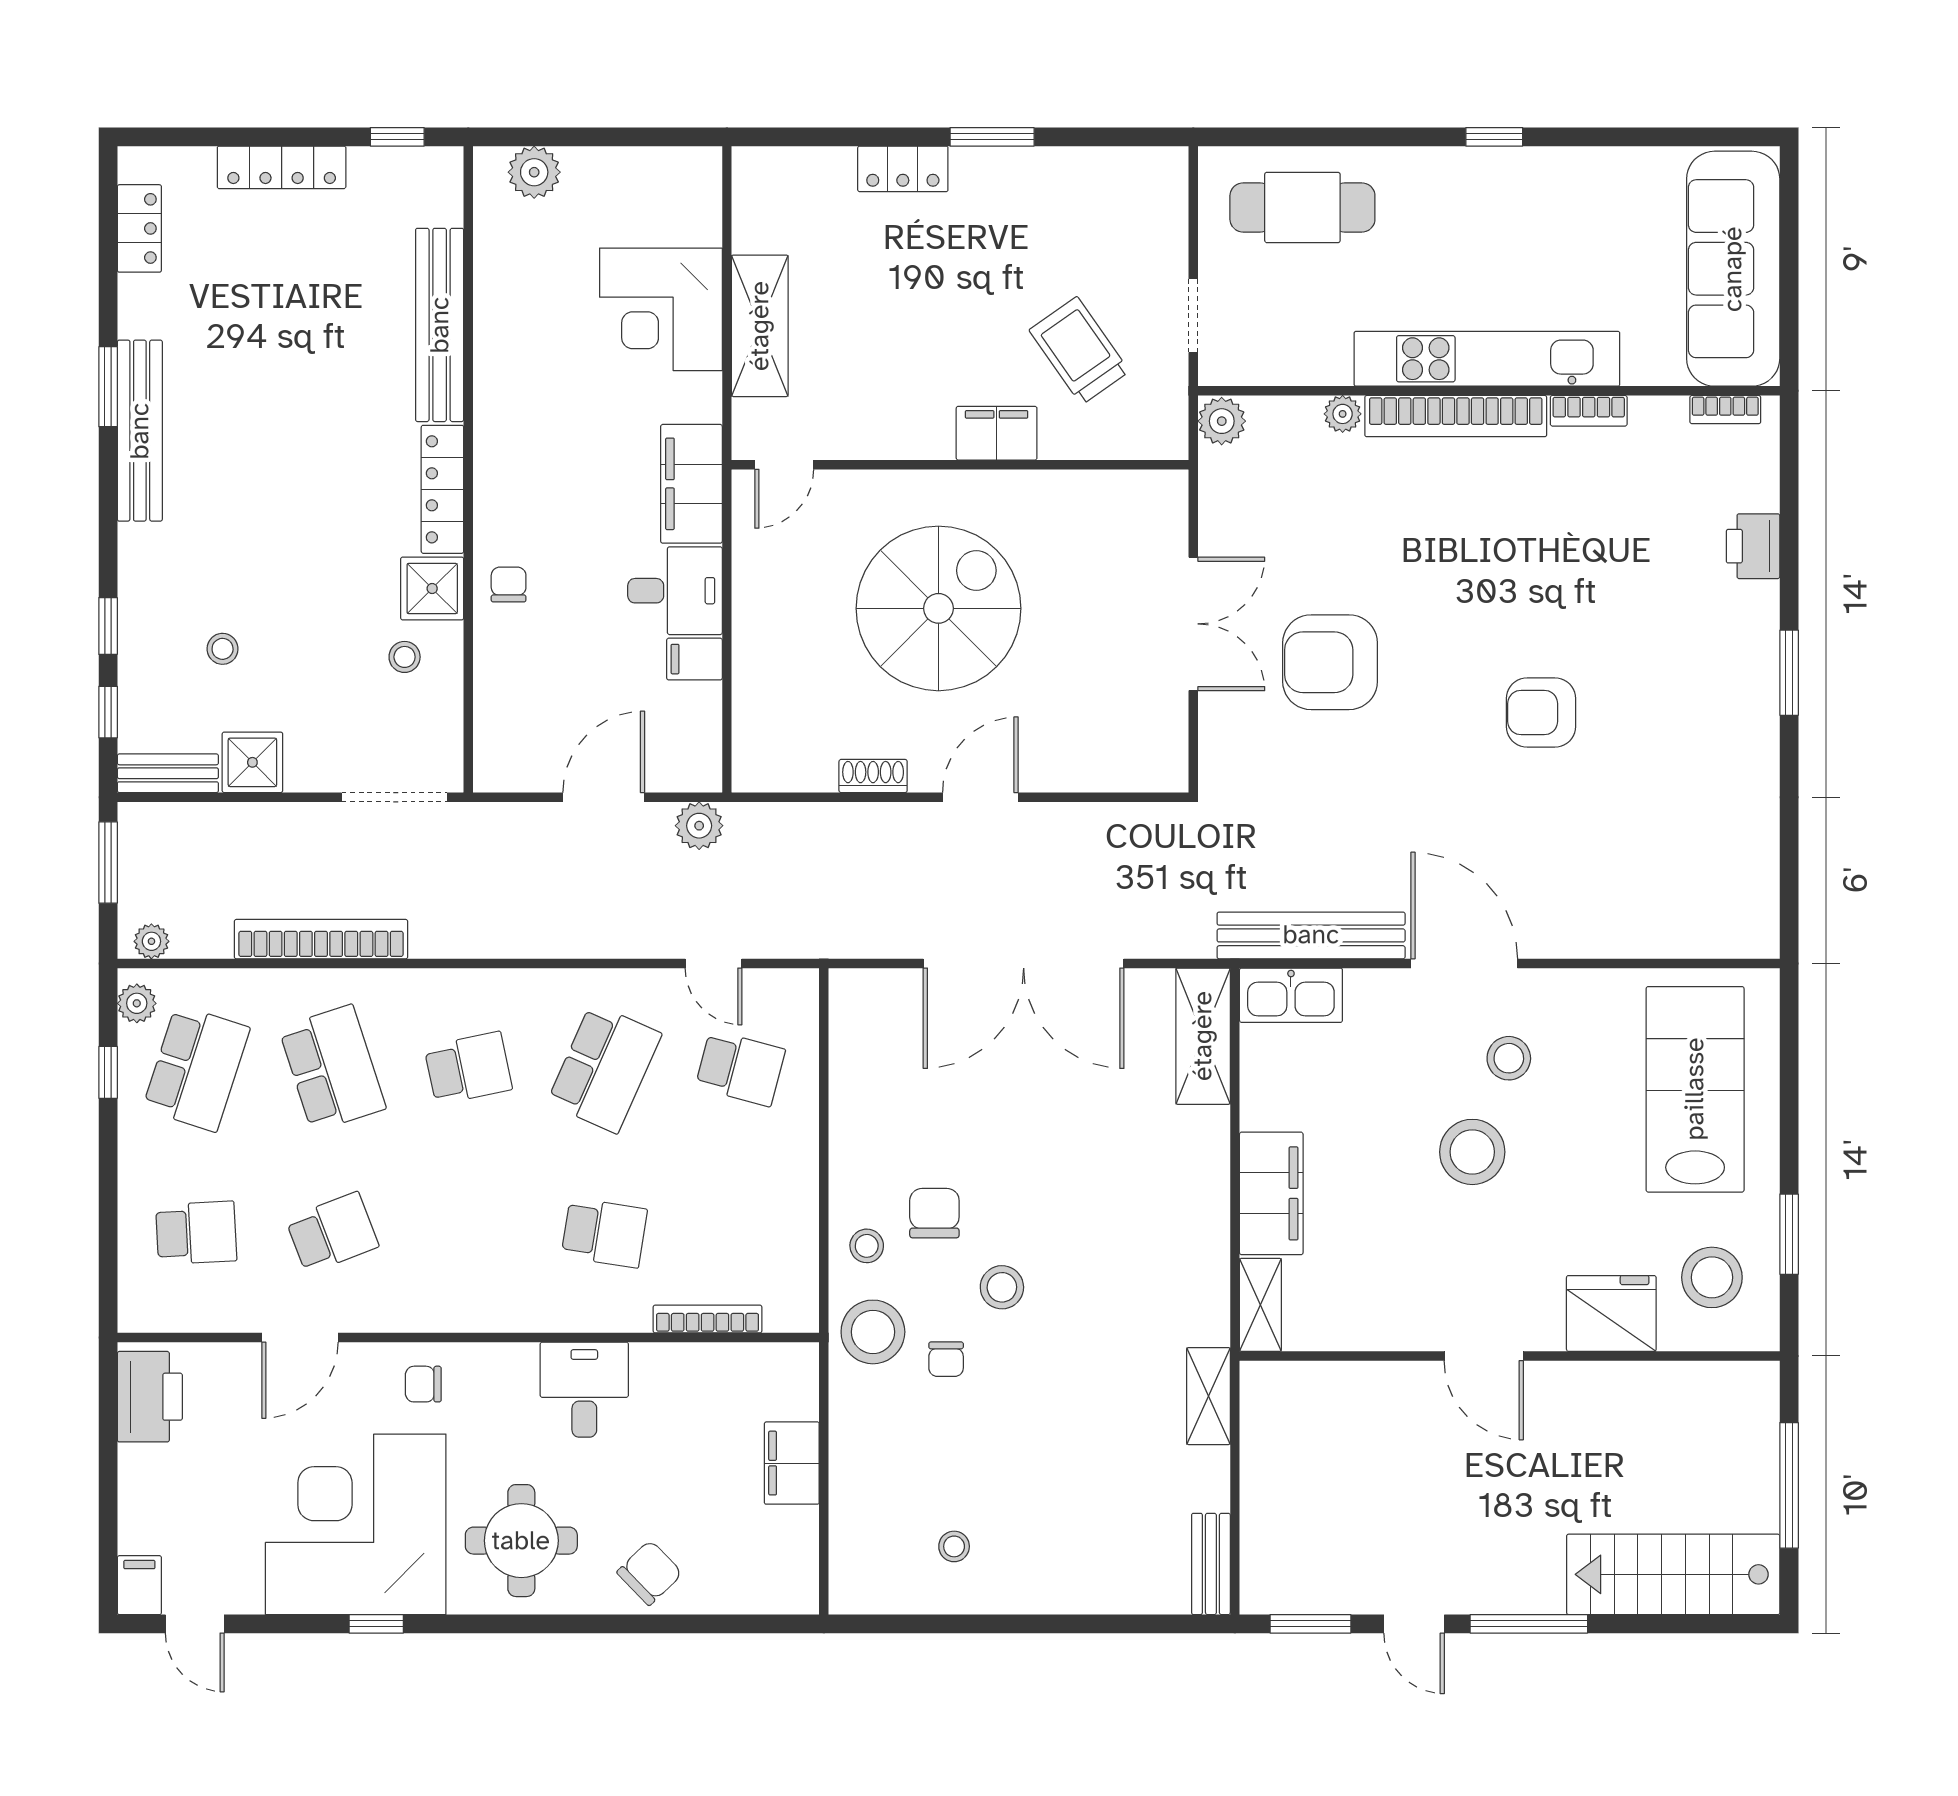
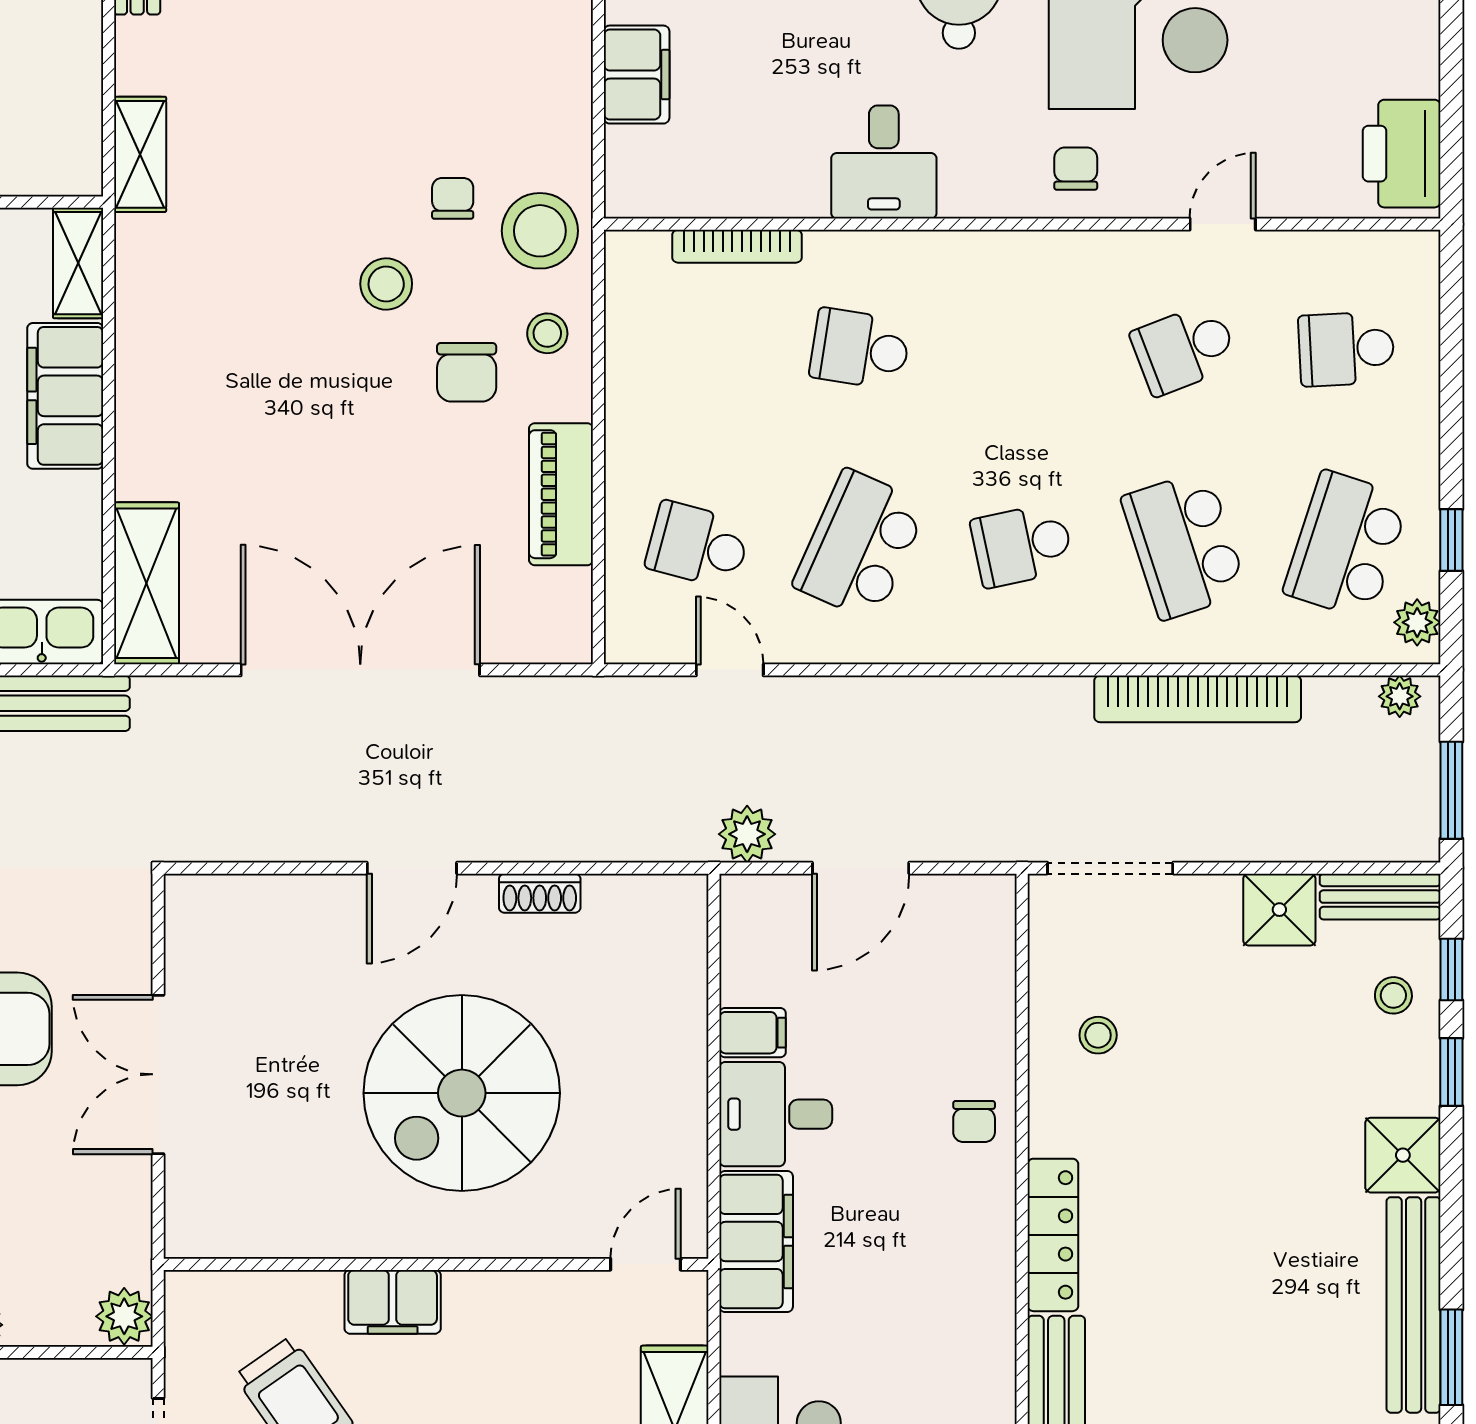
shower: (432, 588) -> (1403, 1155), moved
stool: (223, 649) -> (1393, 995), moved
piano: (855, 1111) -> (561, 494), added
door: (300, 1338) -> (1223, 224), width x0.73
chair: (423, 1384) -> (1076, 169), turned -90

